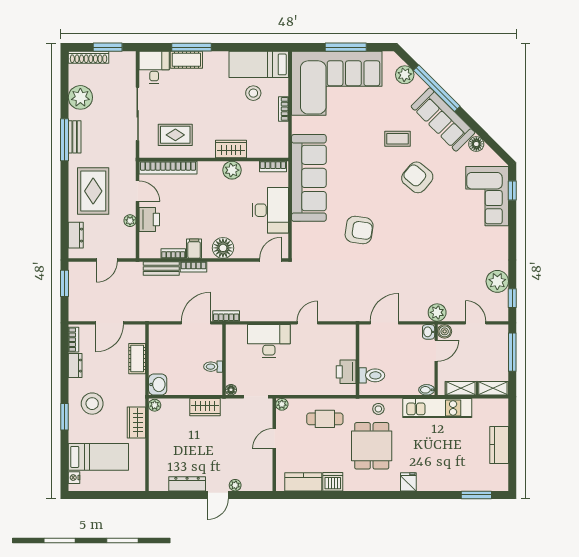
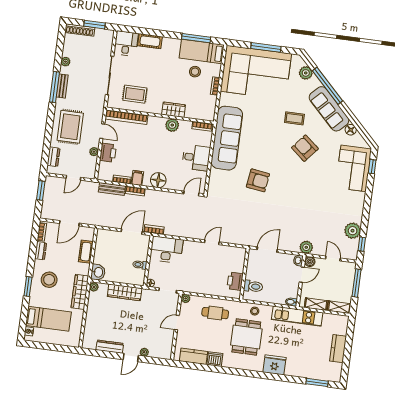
window: (191, 47) -> (196, 38), moved
plant: (80, 97) -> (65, 62), width x0.53, depth x0.53
desk: (270, 210) -> (196, 158), width x0.73
desk: (269, 341) -> (166, 250), moved
wardrobe: (205, 407) -> (125, 292), width x1.50
wardrobe: (136, 423) -> (80, 292), width x1.50
fridge: (408, 482) -> (274, 365), width x1.88, depth x1.34

